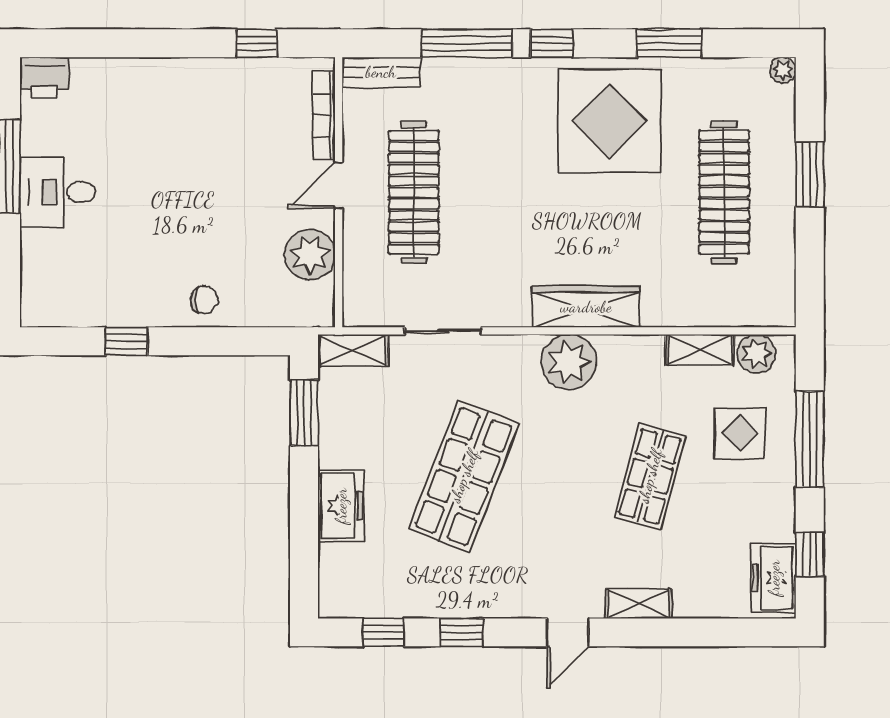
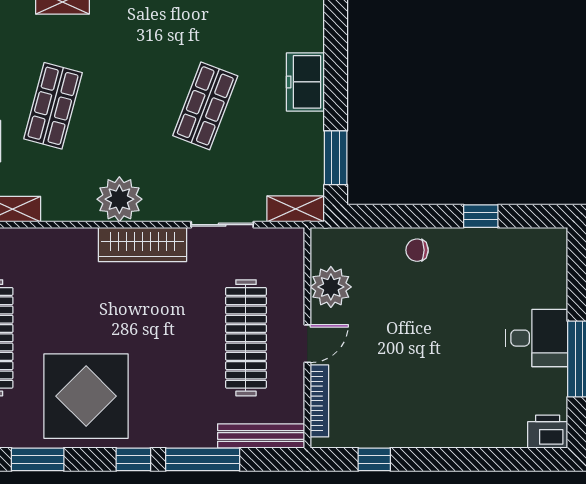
bench: (381, 72) -> (261, 436), width x1.36
wardrobe: (586, 307) -> (142, 245), moved
shop shelf: (464, 476) -> (205, 106), width x0.70, depth x0.74

